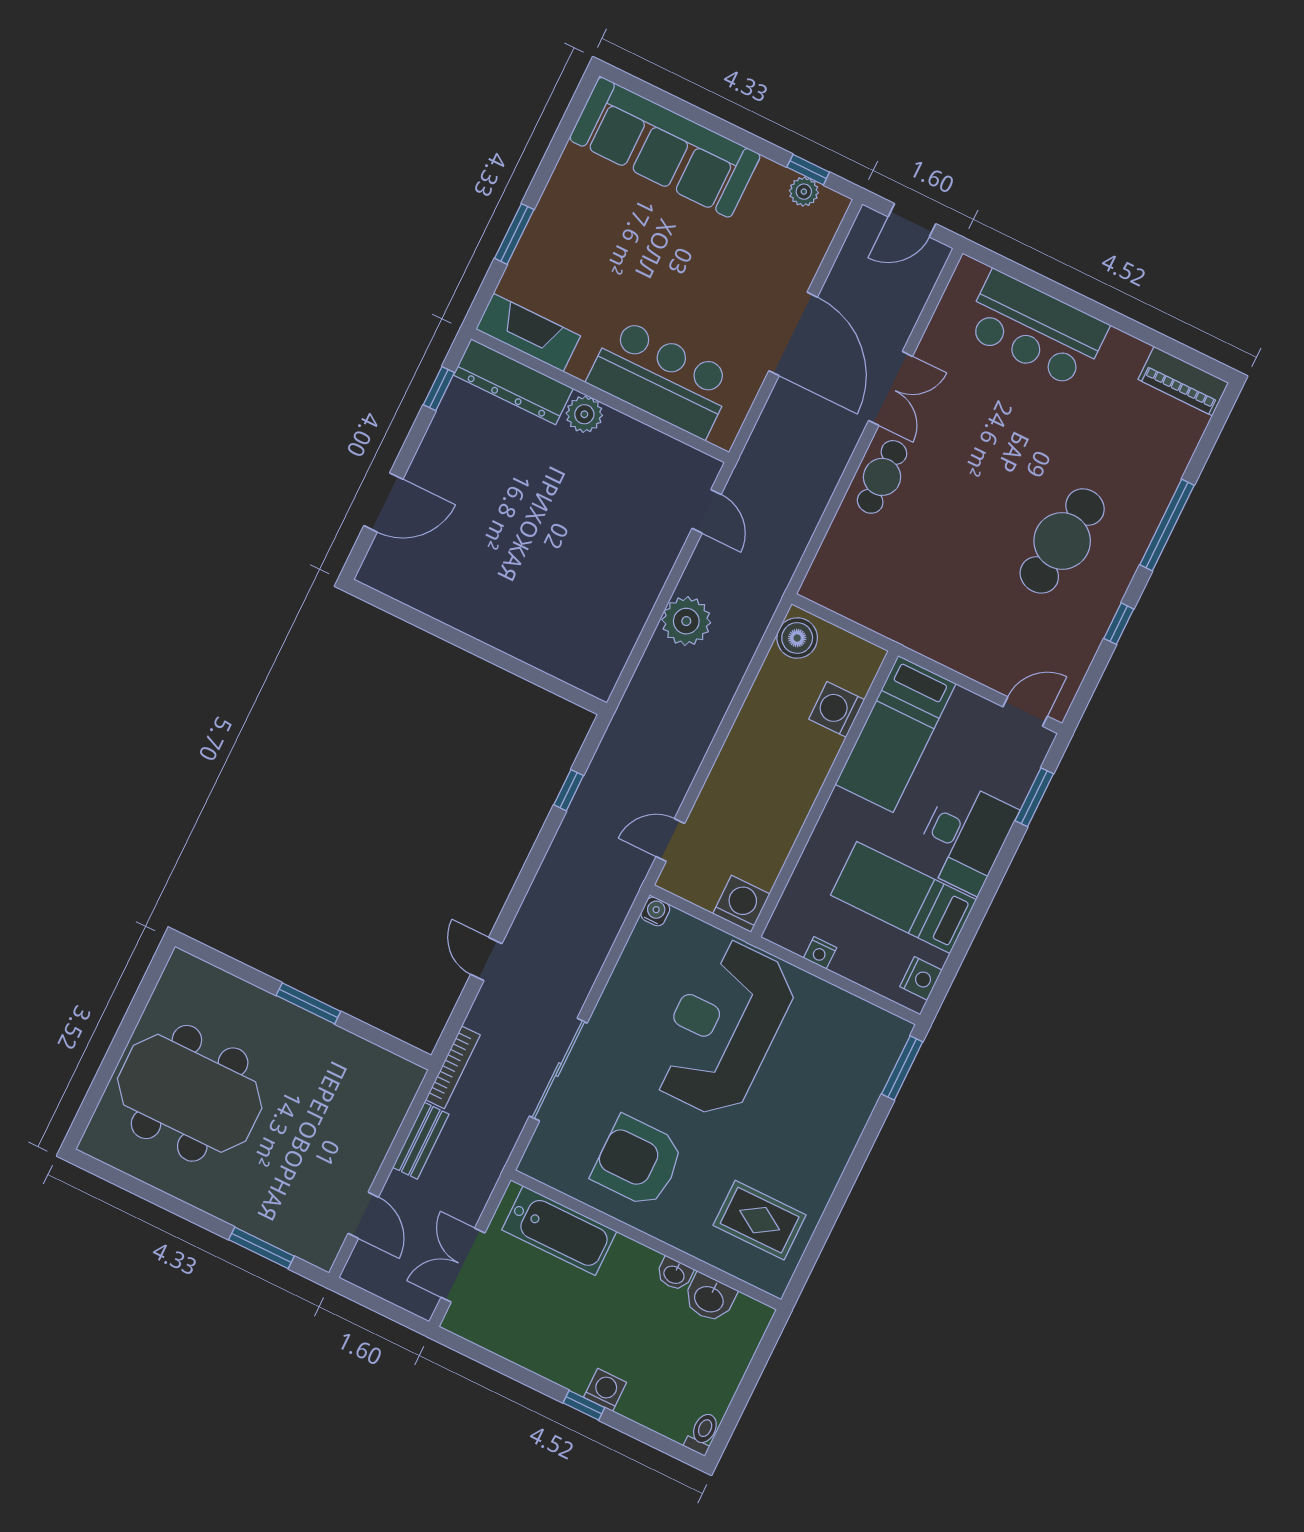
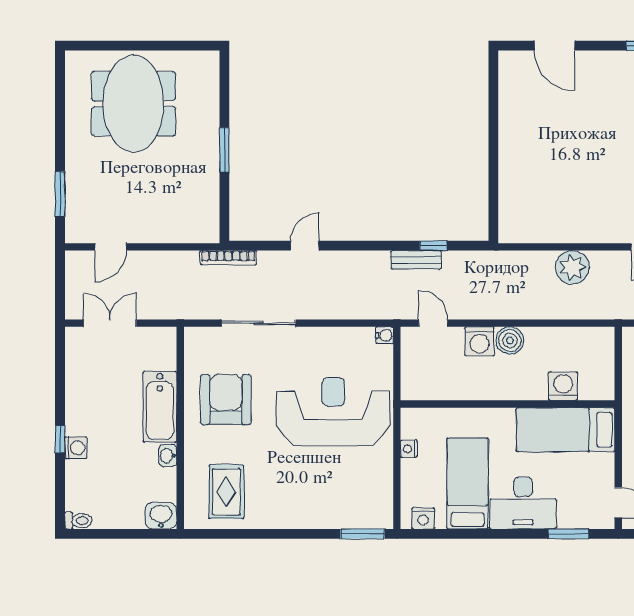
boiler: (797, 638) -> (510, 340), moved
washing machine: (741, 904) -> (479, 341), moved, turned 90
bench: (421, 1141) -> (416, 260), moved
bathtub: (559, 1231) -> (160, 407), moved
washbasin: (709, 1298) -> (161, 516), moved, turned 90

